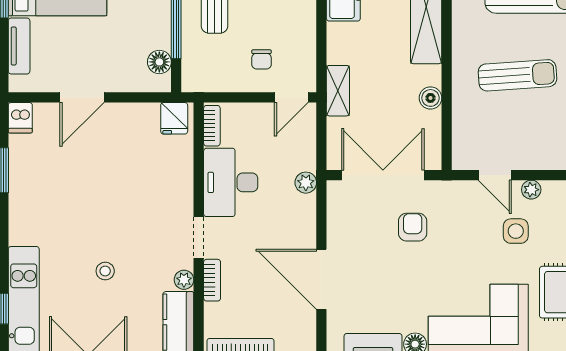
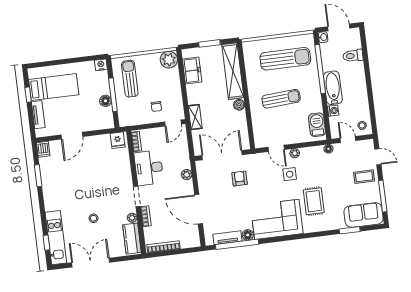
floor lamp: (159, 62) -> (105, 101), moved
boiler: (430, 98) -> (239, 105), moved
plant: (306, 183) -> (187, 175), moved

